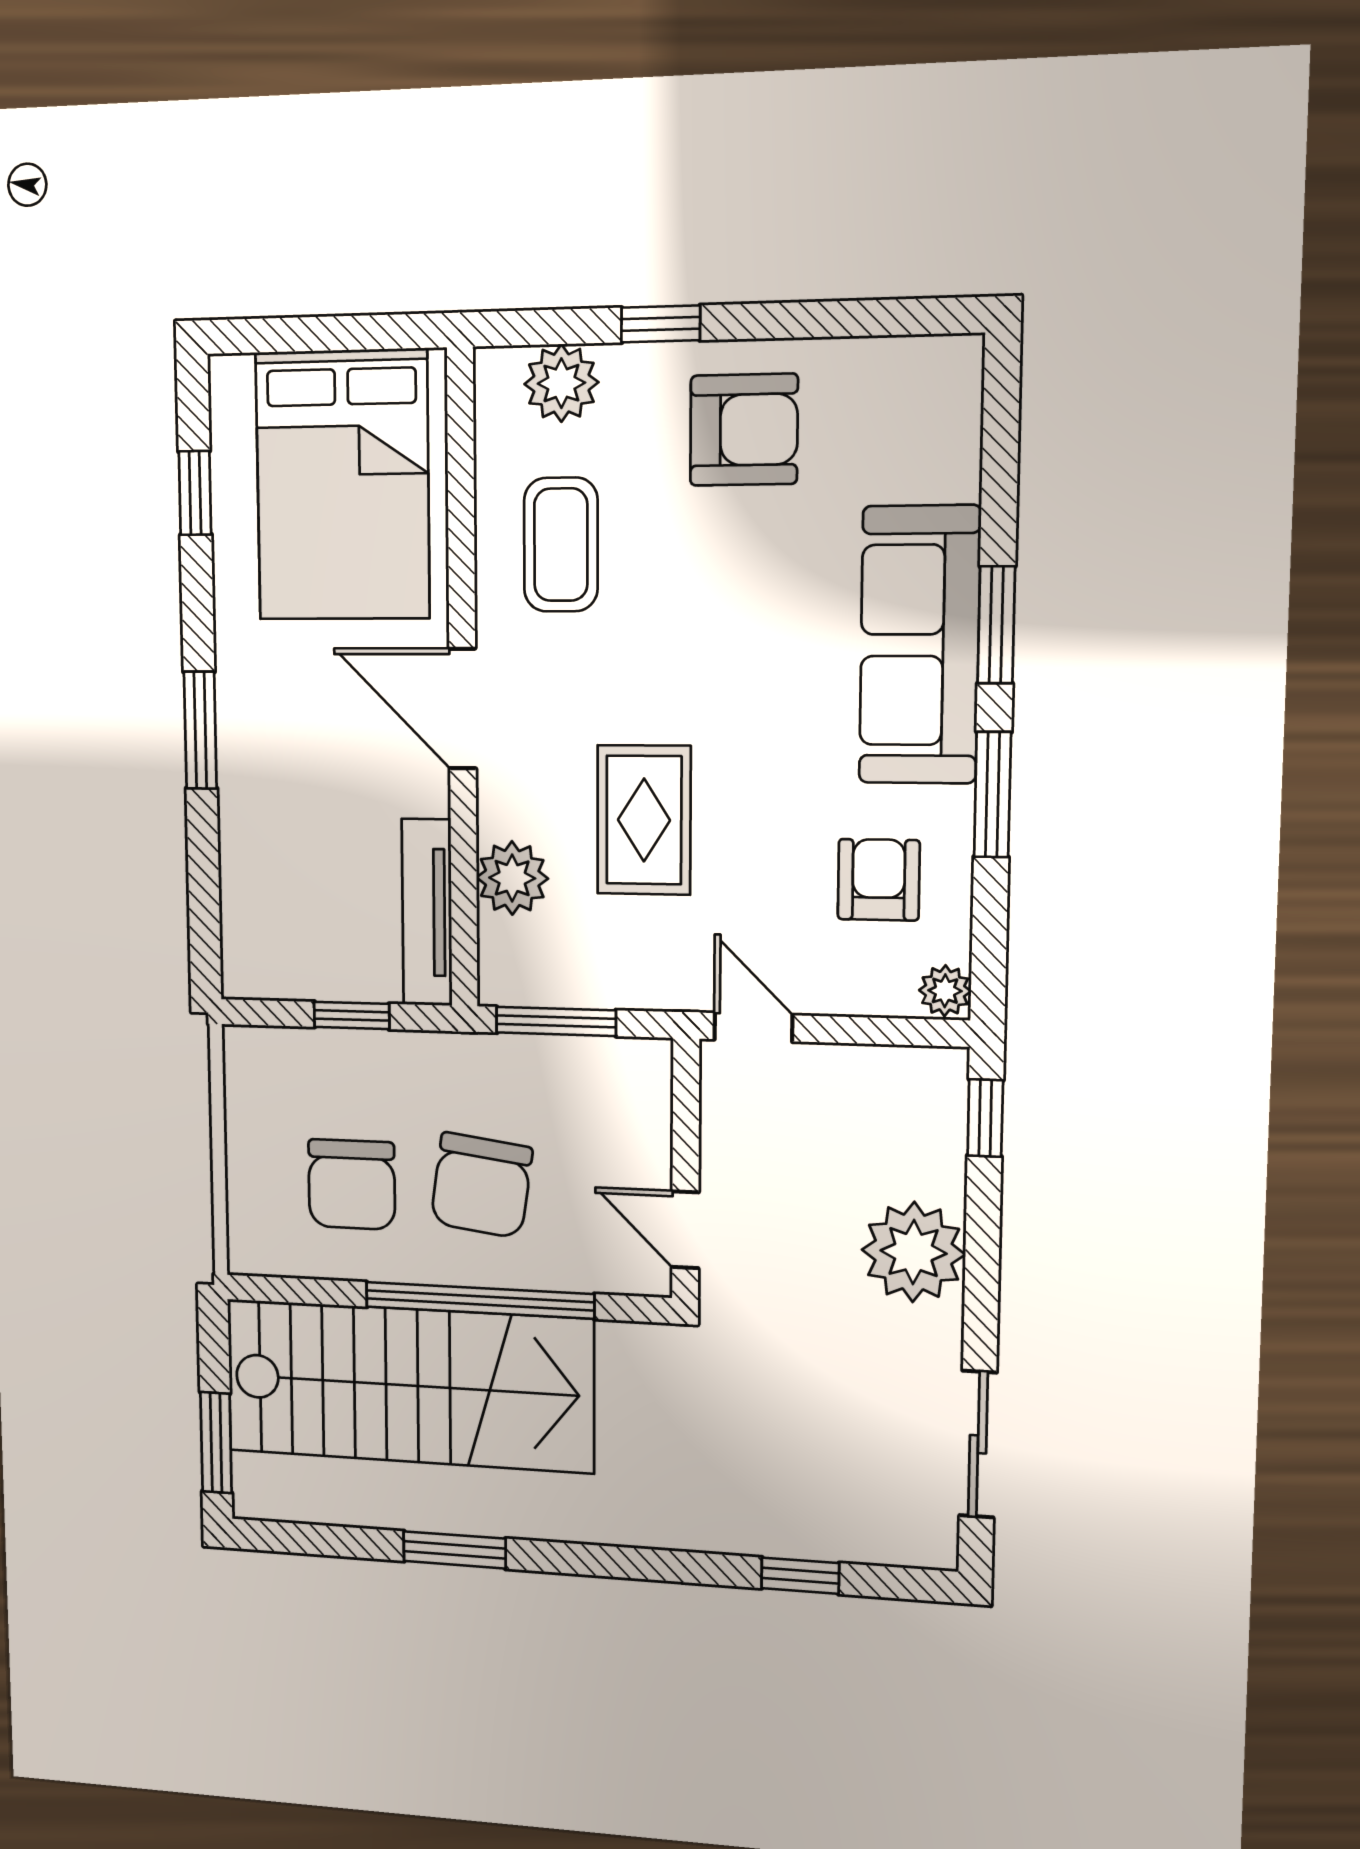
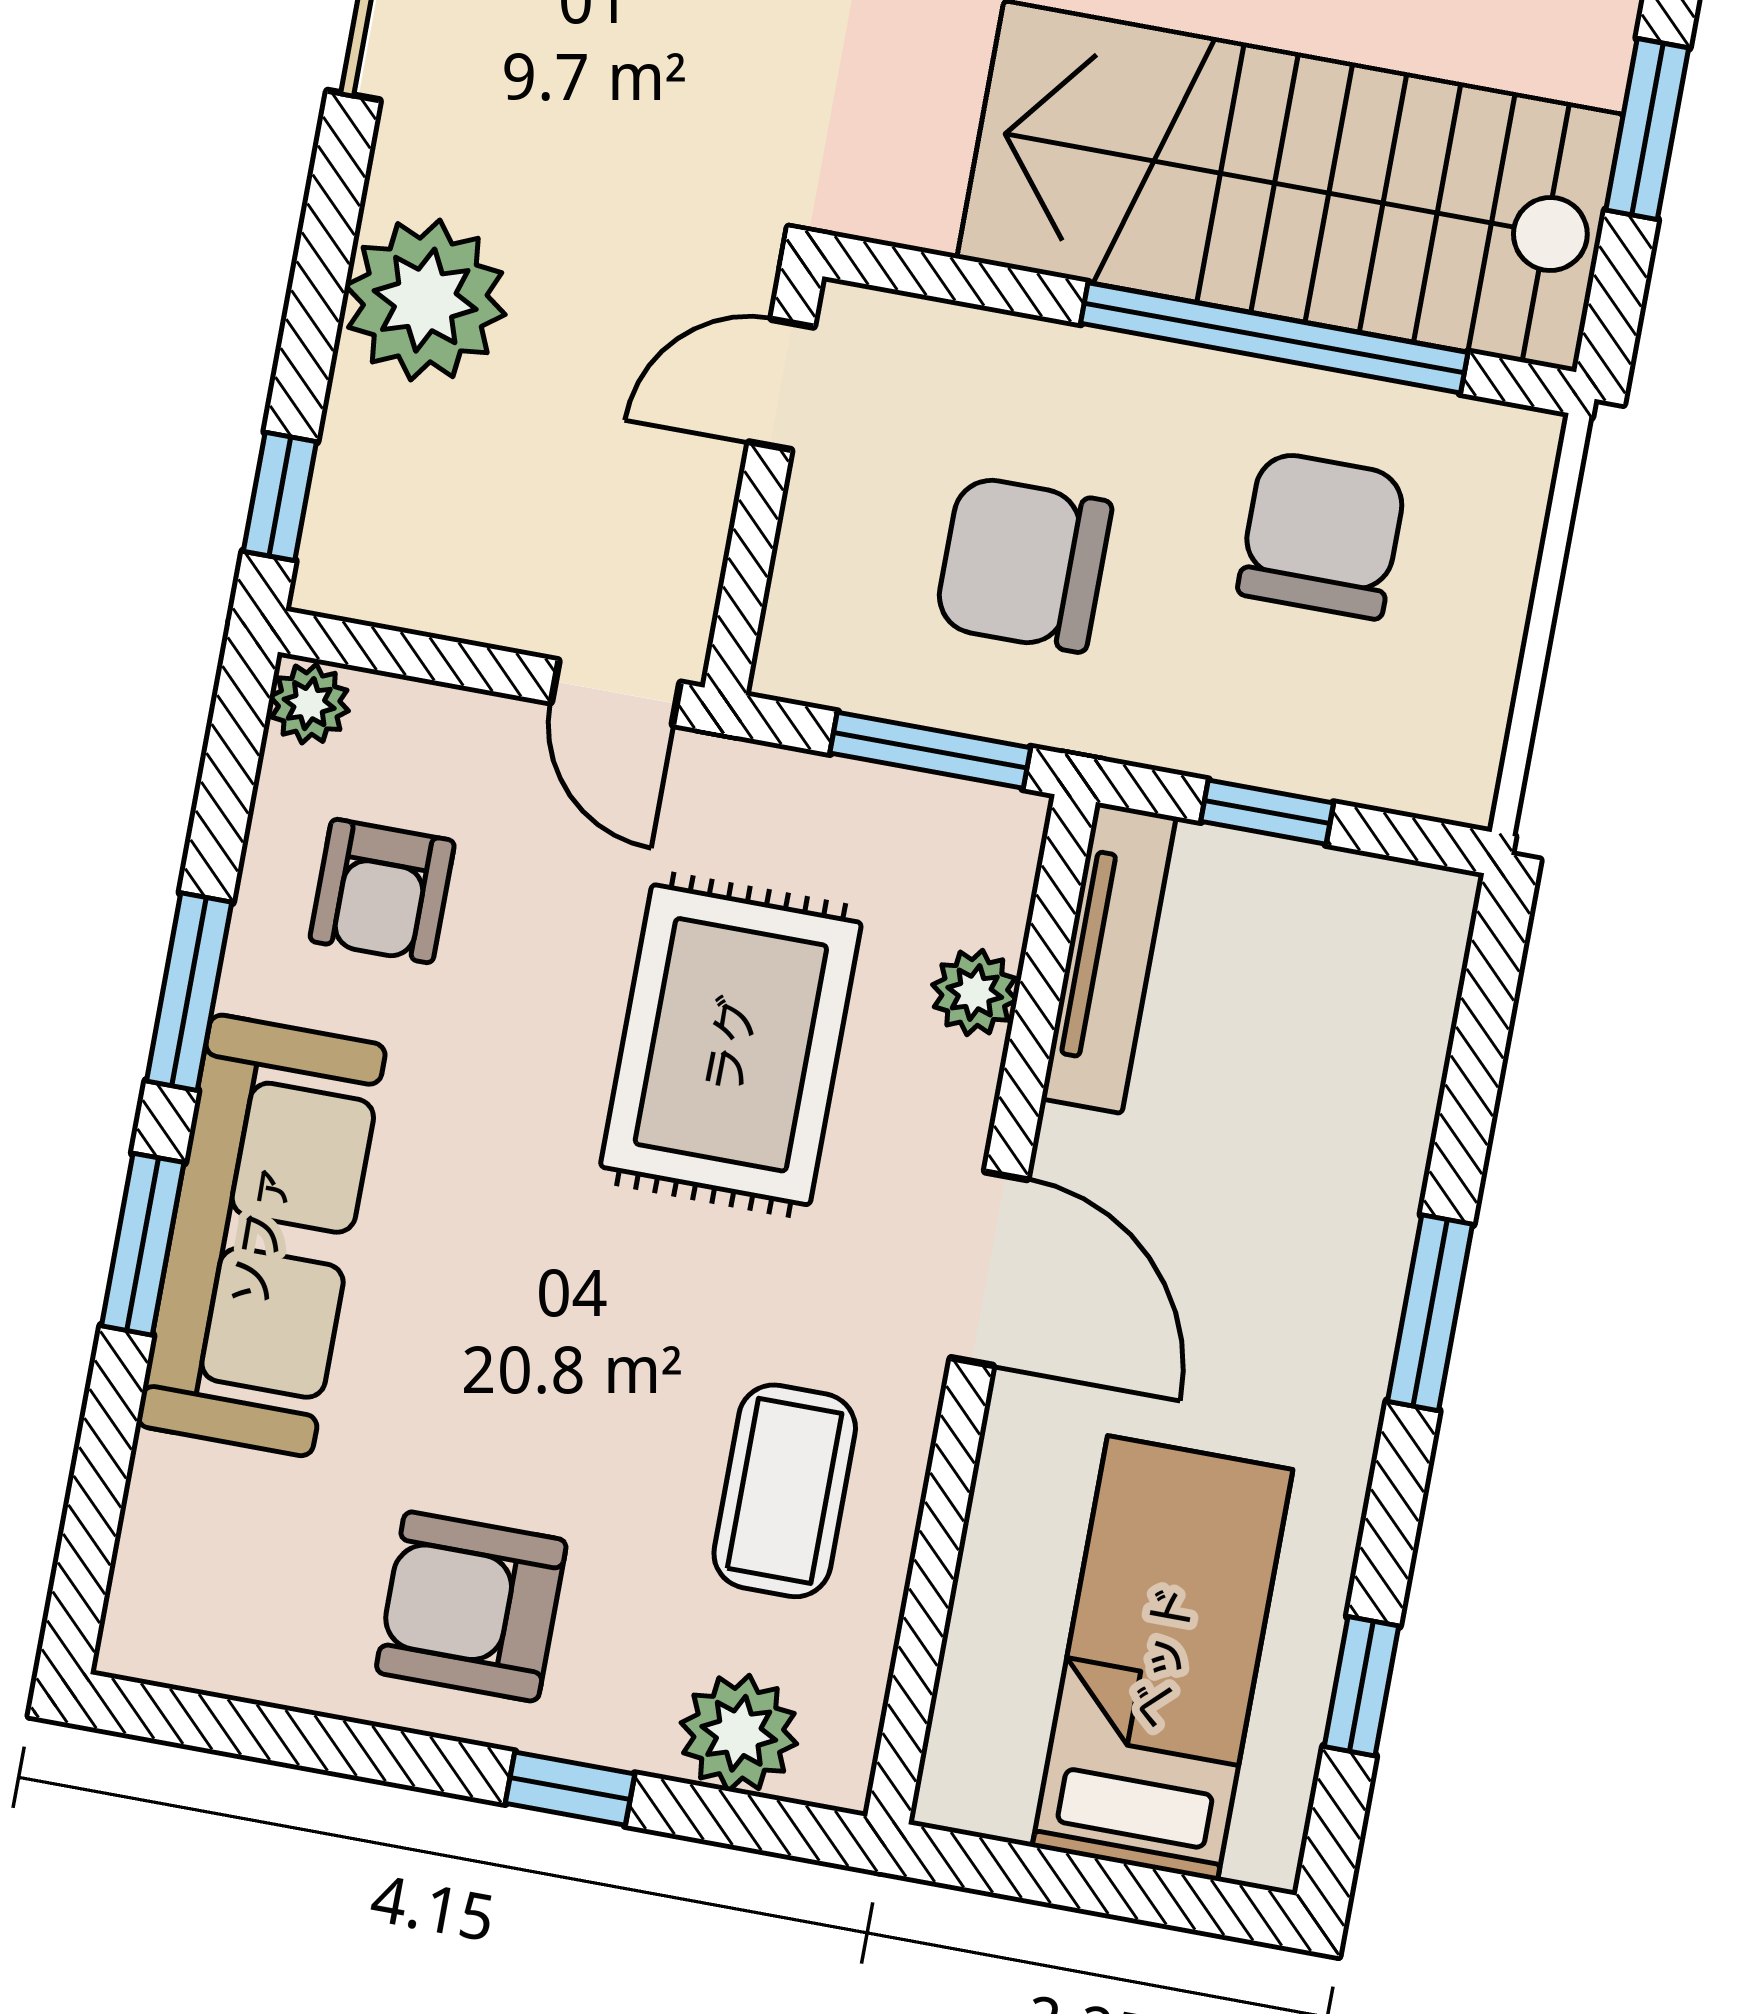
bed: (343, 485) -> (1163, 1658), width x0.67
rug: (644, 820) -> (731, 1045), width x1.36, depth x1.43
plant: (512, 878) -> (975, 992), width x0.73, depth x0.73
chair: (481, 1185) -> (1023, 564), moved, turned -98
door: (685, 1230) -> (781, 385), swing flipped
window: (479, 1300) -> (1274, 338), moved

